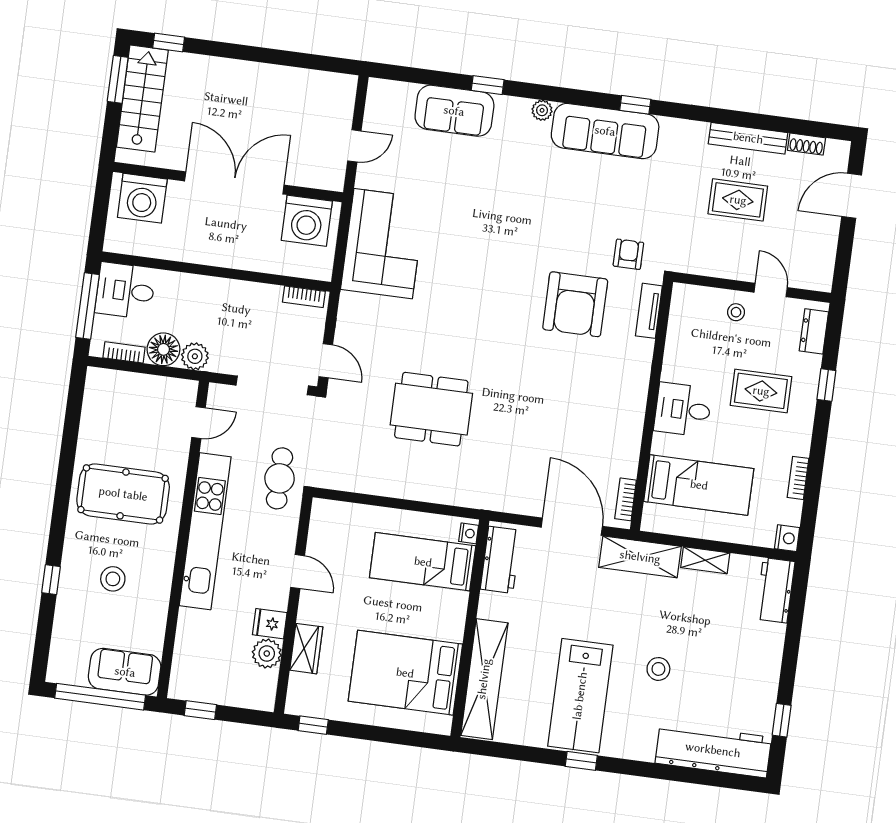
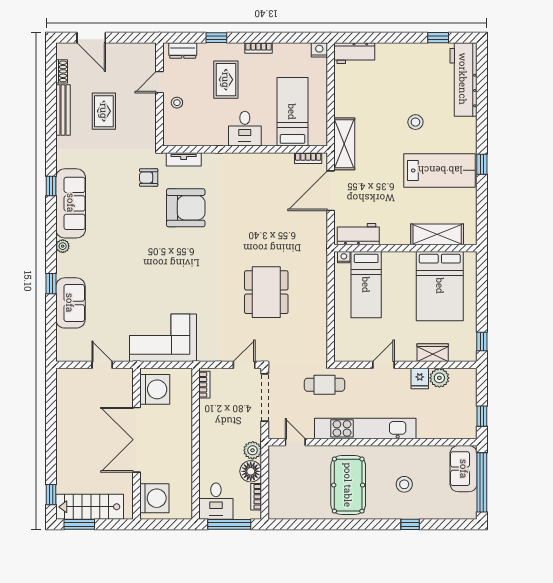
bookcase: (798, 478) -> (258, 48), moved
shelving: (705, 560) -> (341, 101), removed
shelving: (484, 679) -> (437, 234), width x0.68

